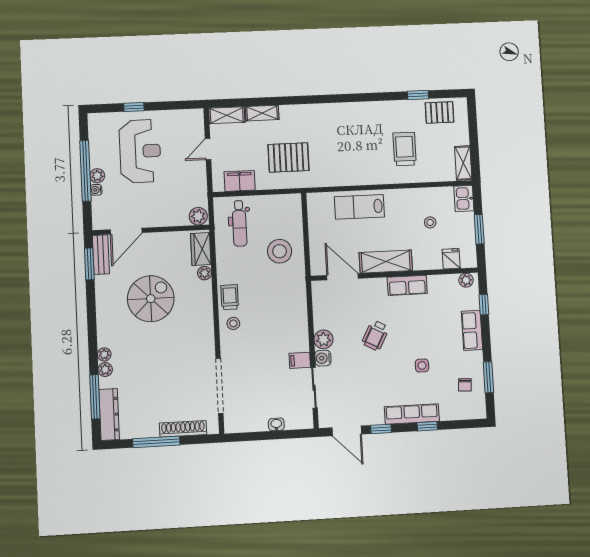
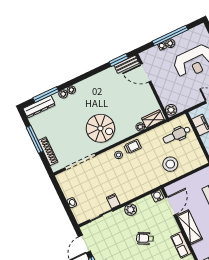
spiral stairs: (151, 299) -> (100, 128), moved
water cooler: (323, 358) -> (157, 196), moved

